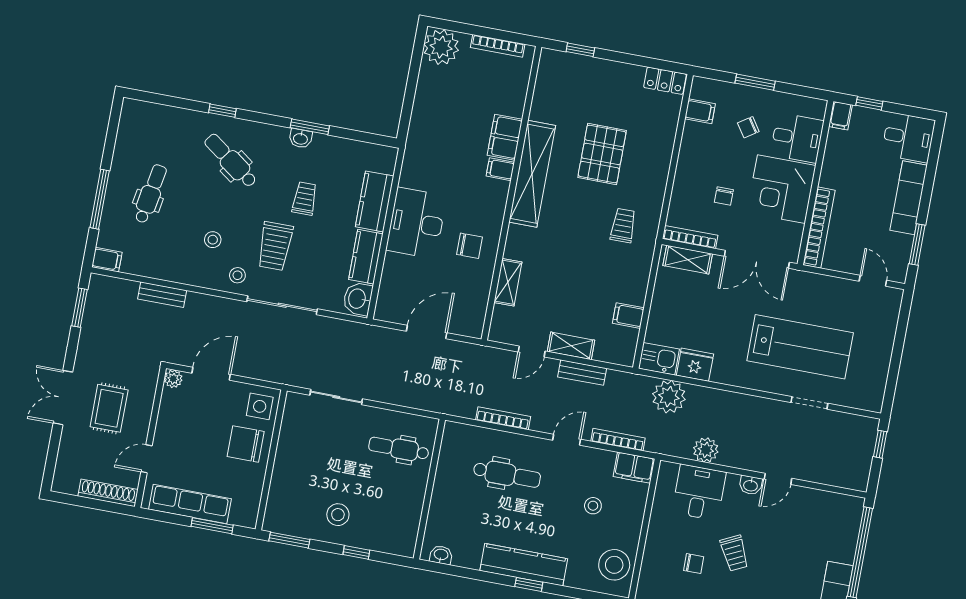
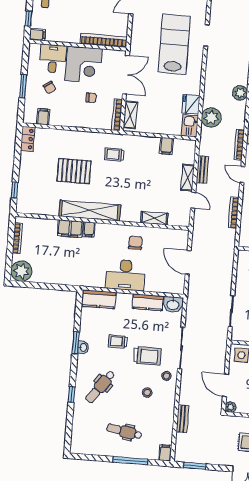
kitchen counter: (375, 201) -> (99, 299), moved

